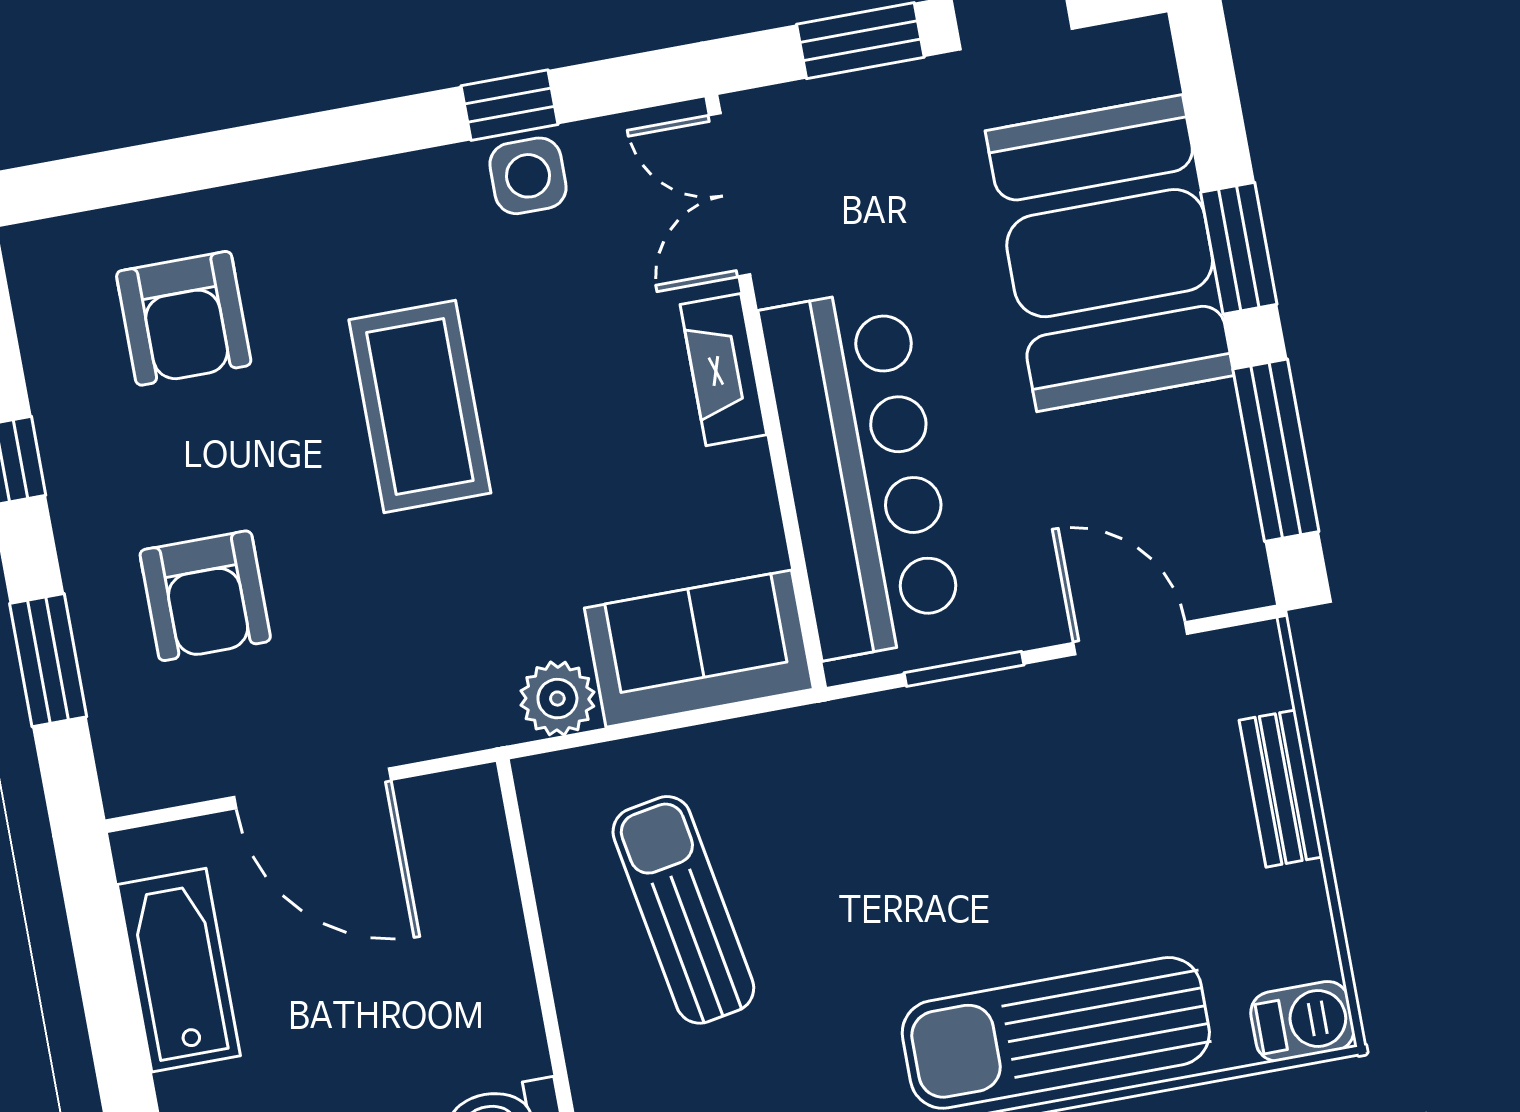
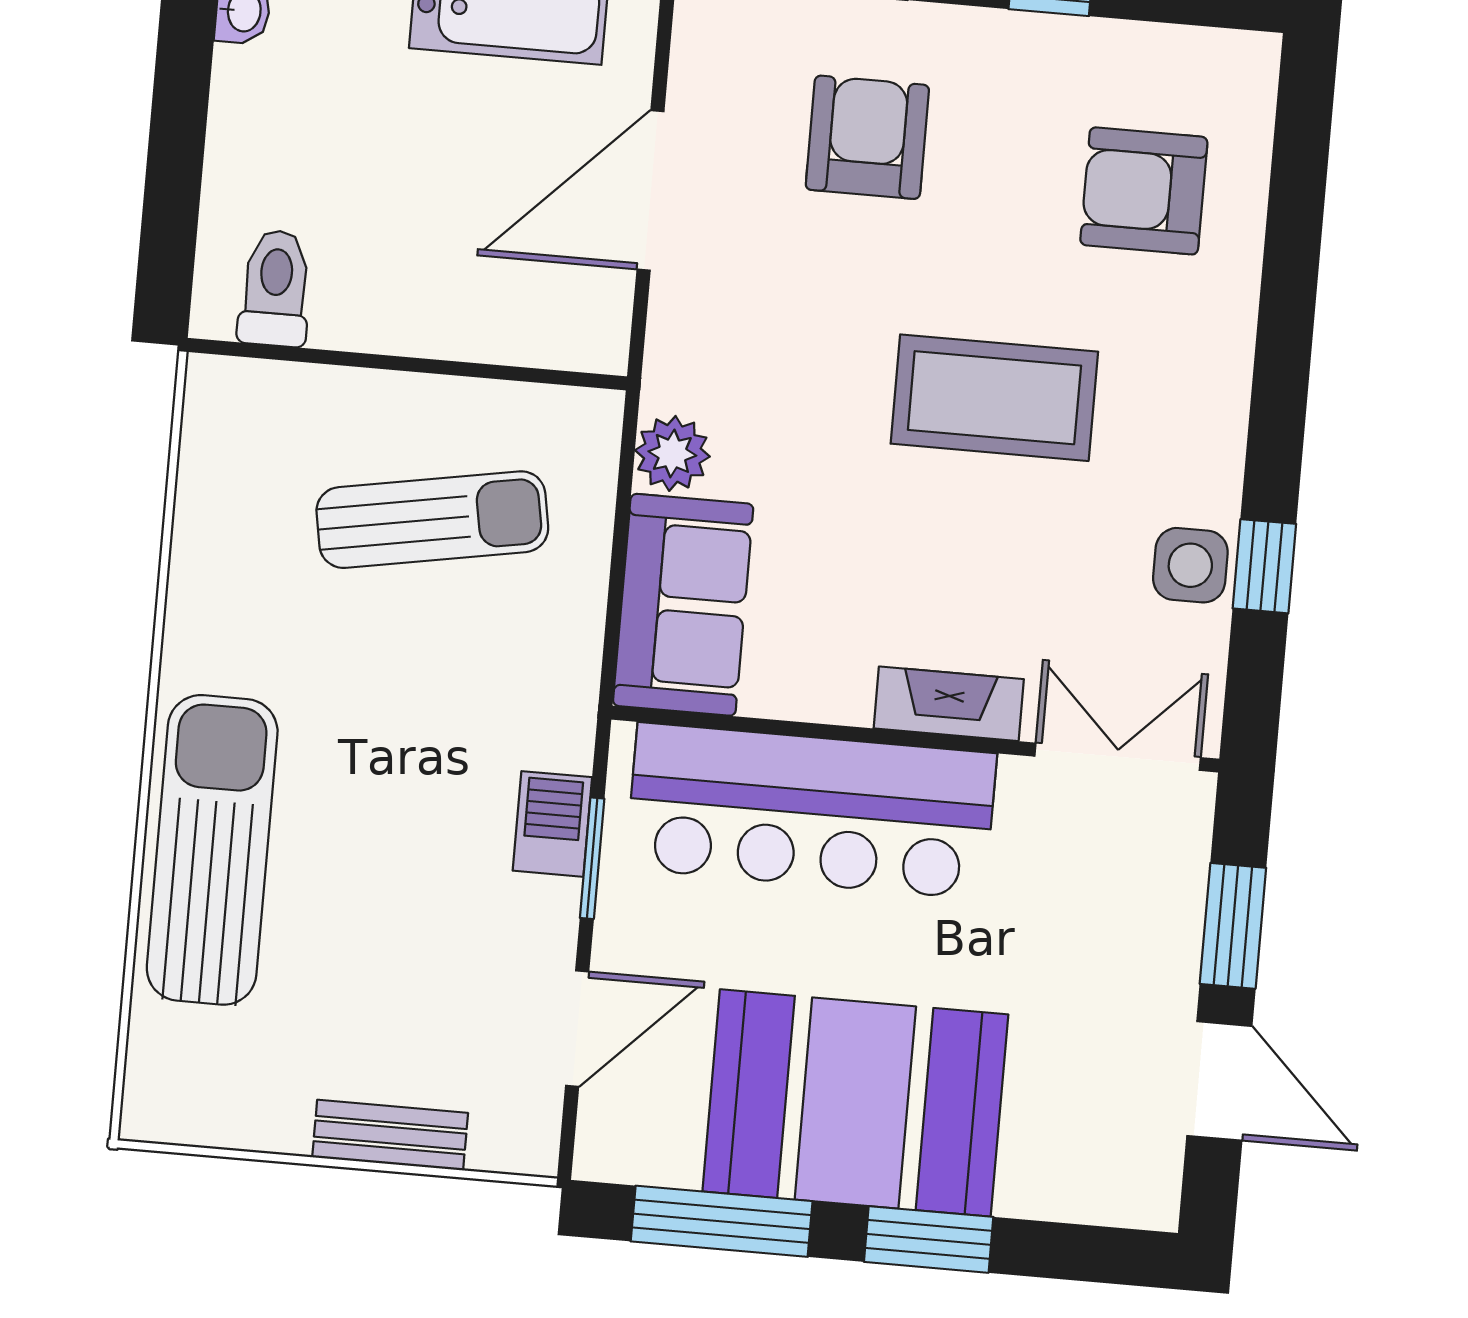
booth: (1110, 253) -> (855, 1103), moved
armchair: (205, 596) -> (867, 137), turned 90
barbecue: (1302, 1021) -> (552, 824), moved, turned 180

